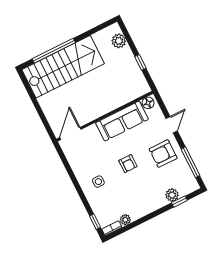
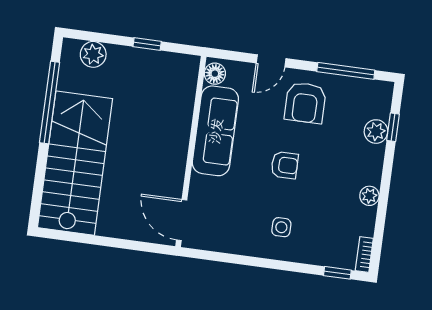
window: (54, 51) -> (50, 102), moved
door: (172, 125) -> (271, 61), swing flipped
plant: (125, 220) -> (369, 196), moved

